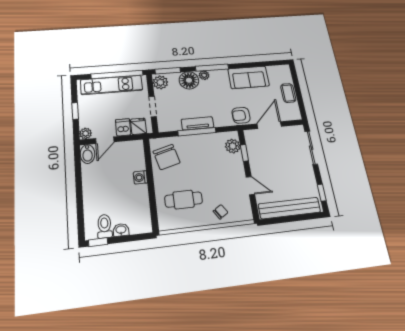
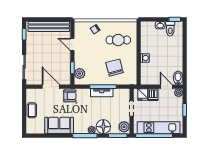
door: (269, 125) -> (51, 87), swing flipped
door: (105, 140) -> (166, 87), hinge flipped
chair: (167, 157) -> (114, 68), moved

